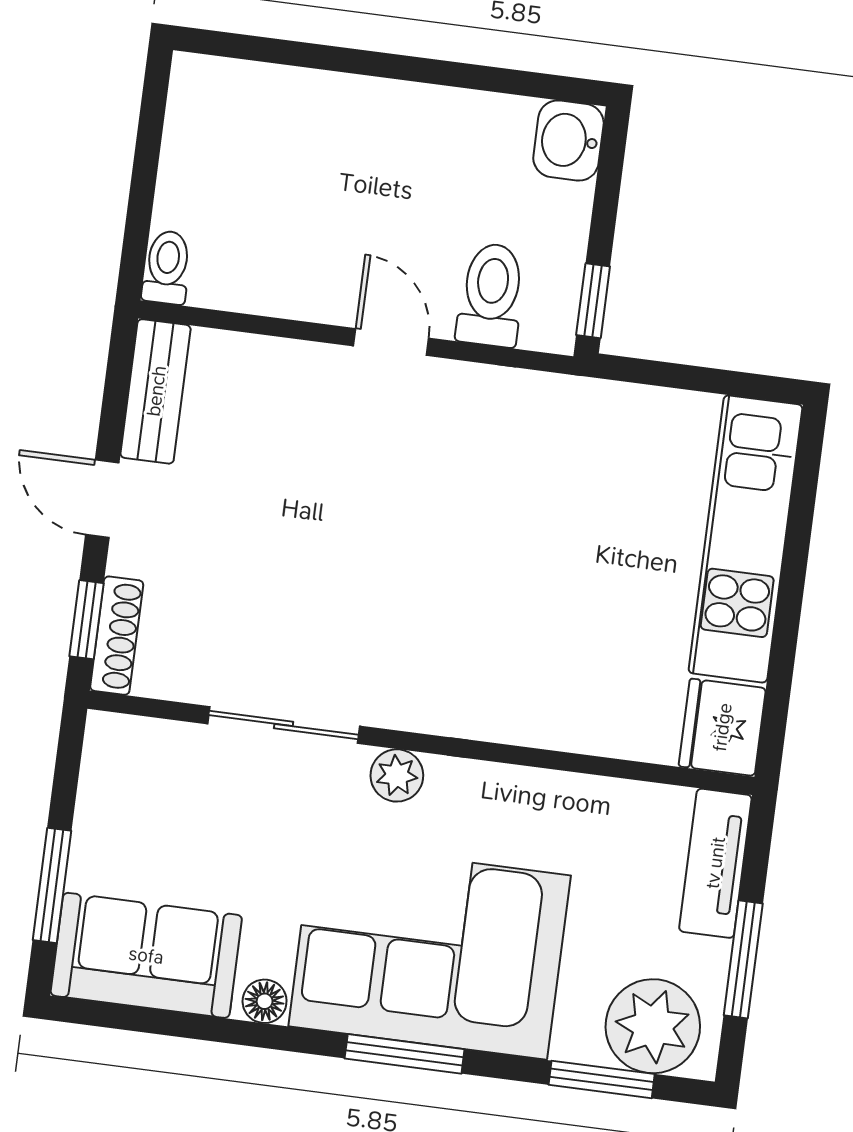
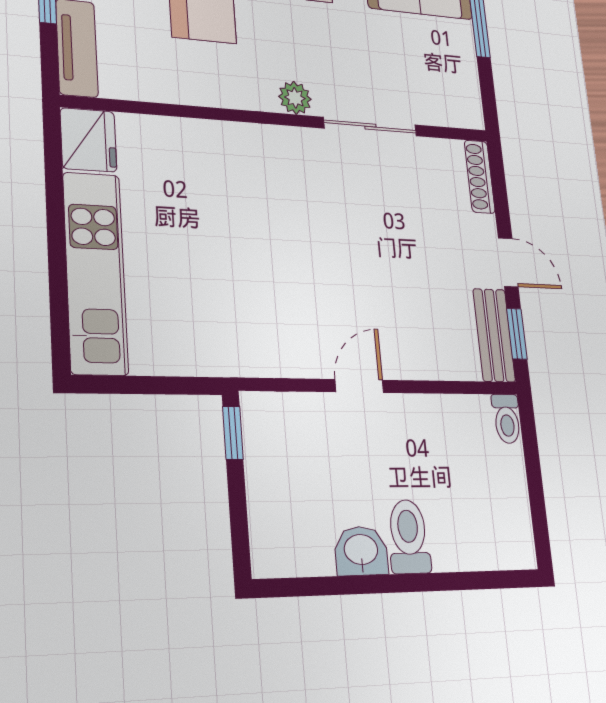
washbasin: (568, 140) -> (361, 551), moved, turned -90
toilet: (491, 295) -> (409, 537), moved, turned 180
door: (391, 342) -> (359, 386), swing flipped
window: (86, 620) -> (517, 334), moved

